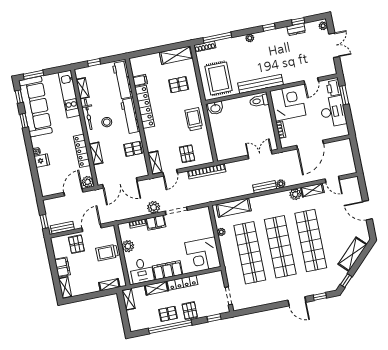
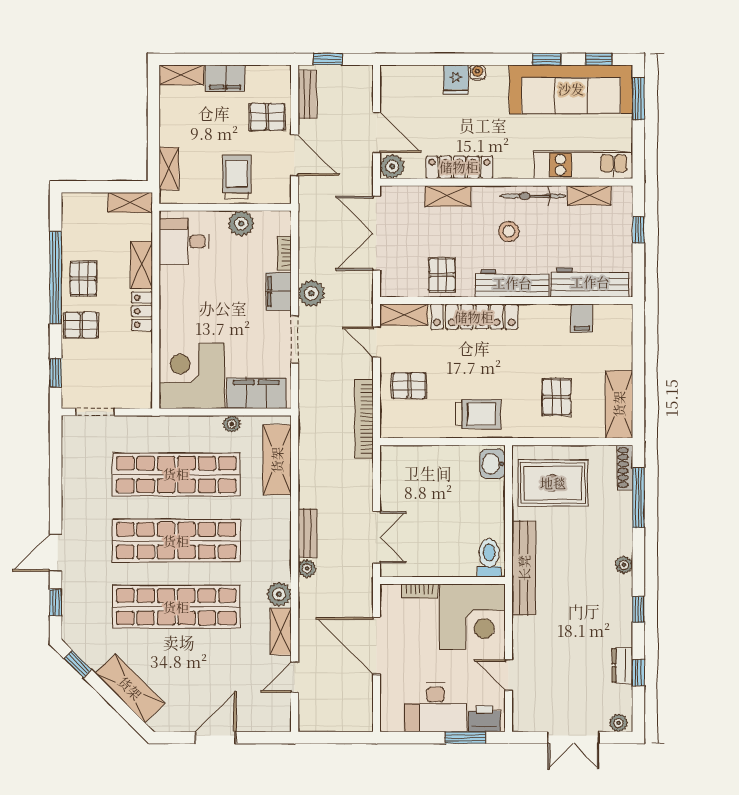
locker: (145, 107) -> (474, 317), moved
filing cabinet: (168, 270) -> (256, 393), moved, turned -90
locker: (183, 283) -> (142, 311), width x0.66

